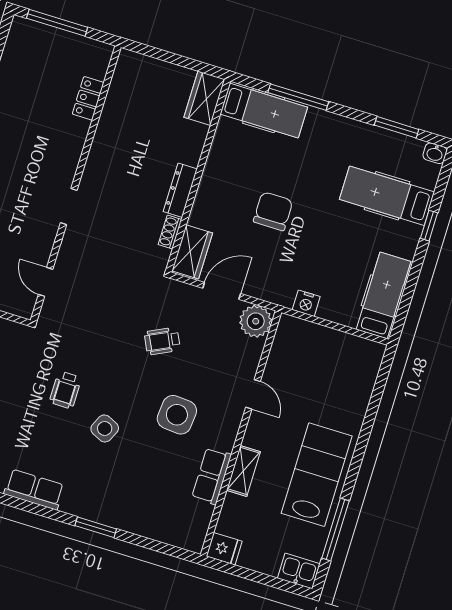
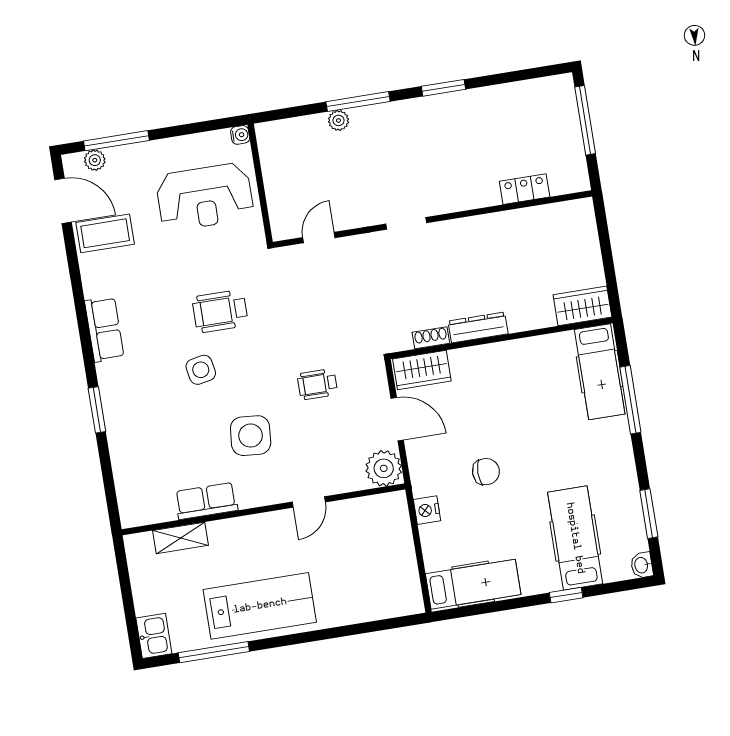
chair: (273, 211) -> (486, 472), moved, width x0.73, depth x0.73
wheelchair: (162, 341) -> (317, 384), turned -64
wheelchair: (65, 390) -> (220, 311), width x1.36, depth x1.37
side table: (105, 428) -> (201, 370), turned -36
shelving: (243, 471) -> (180, 538), moved
fridge: (224, 549) -> (139, 550), removed

